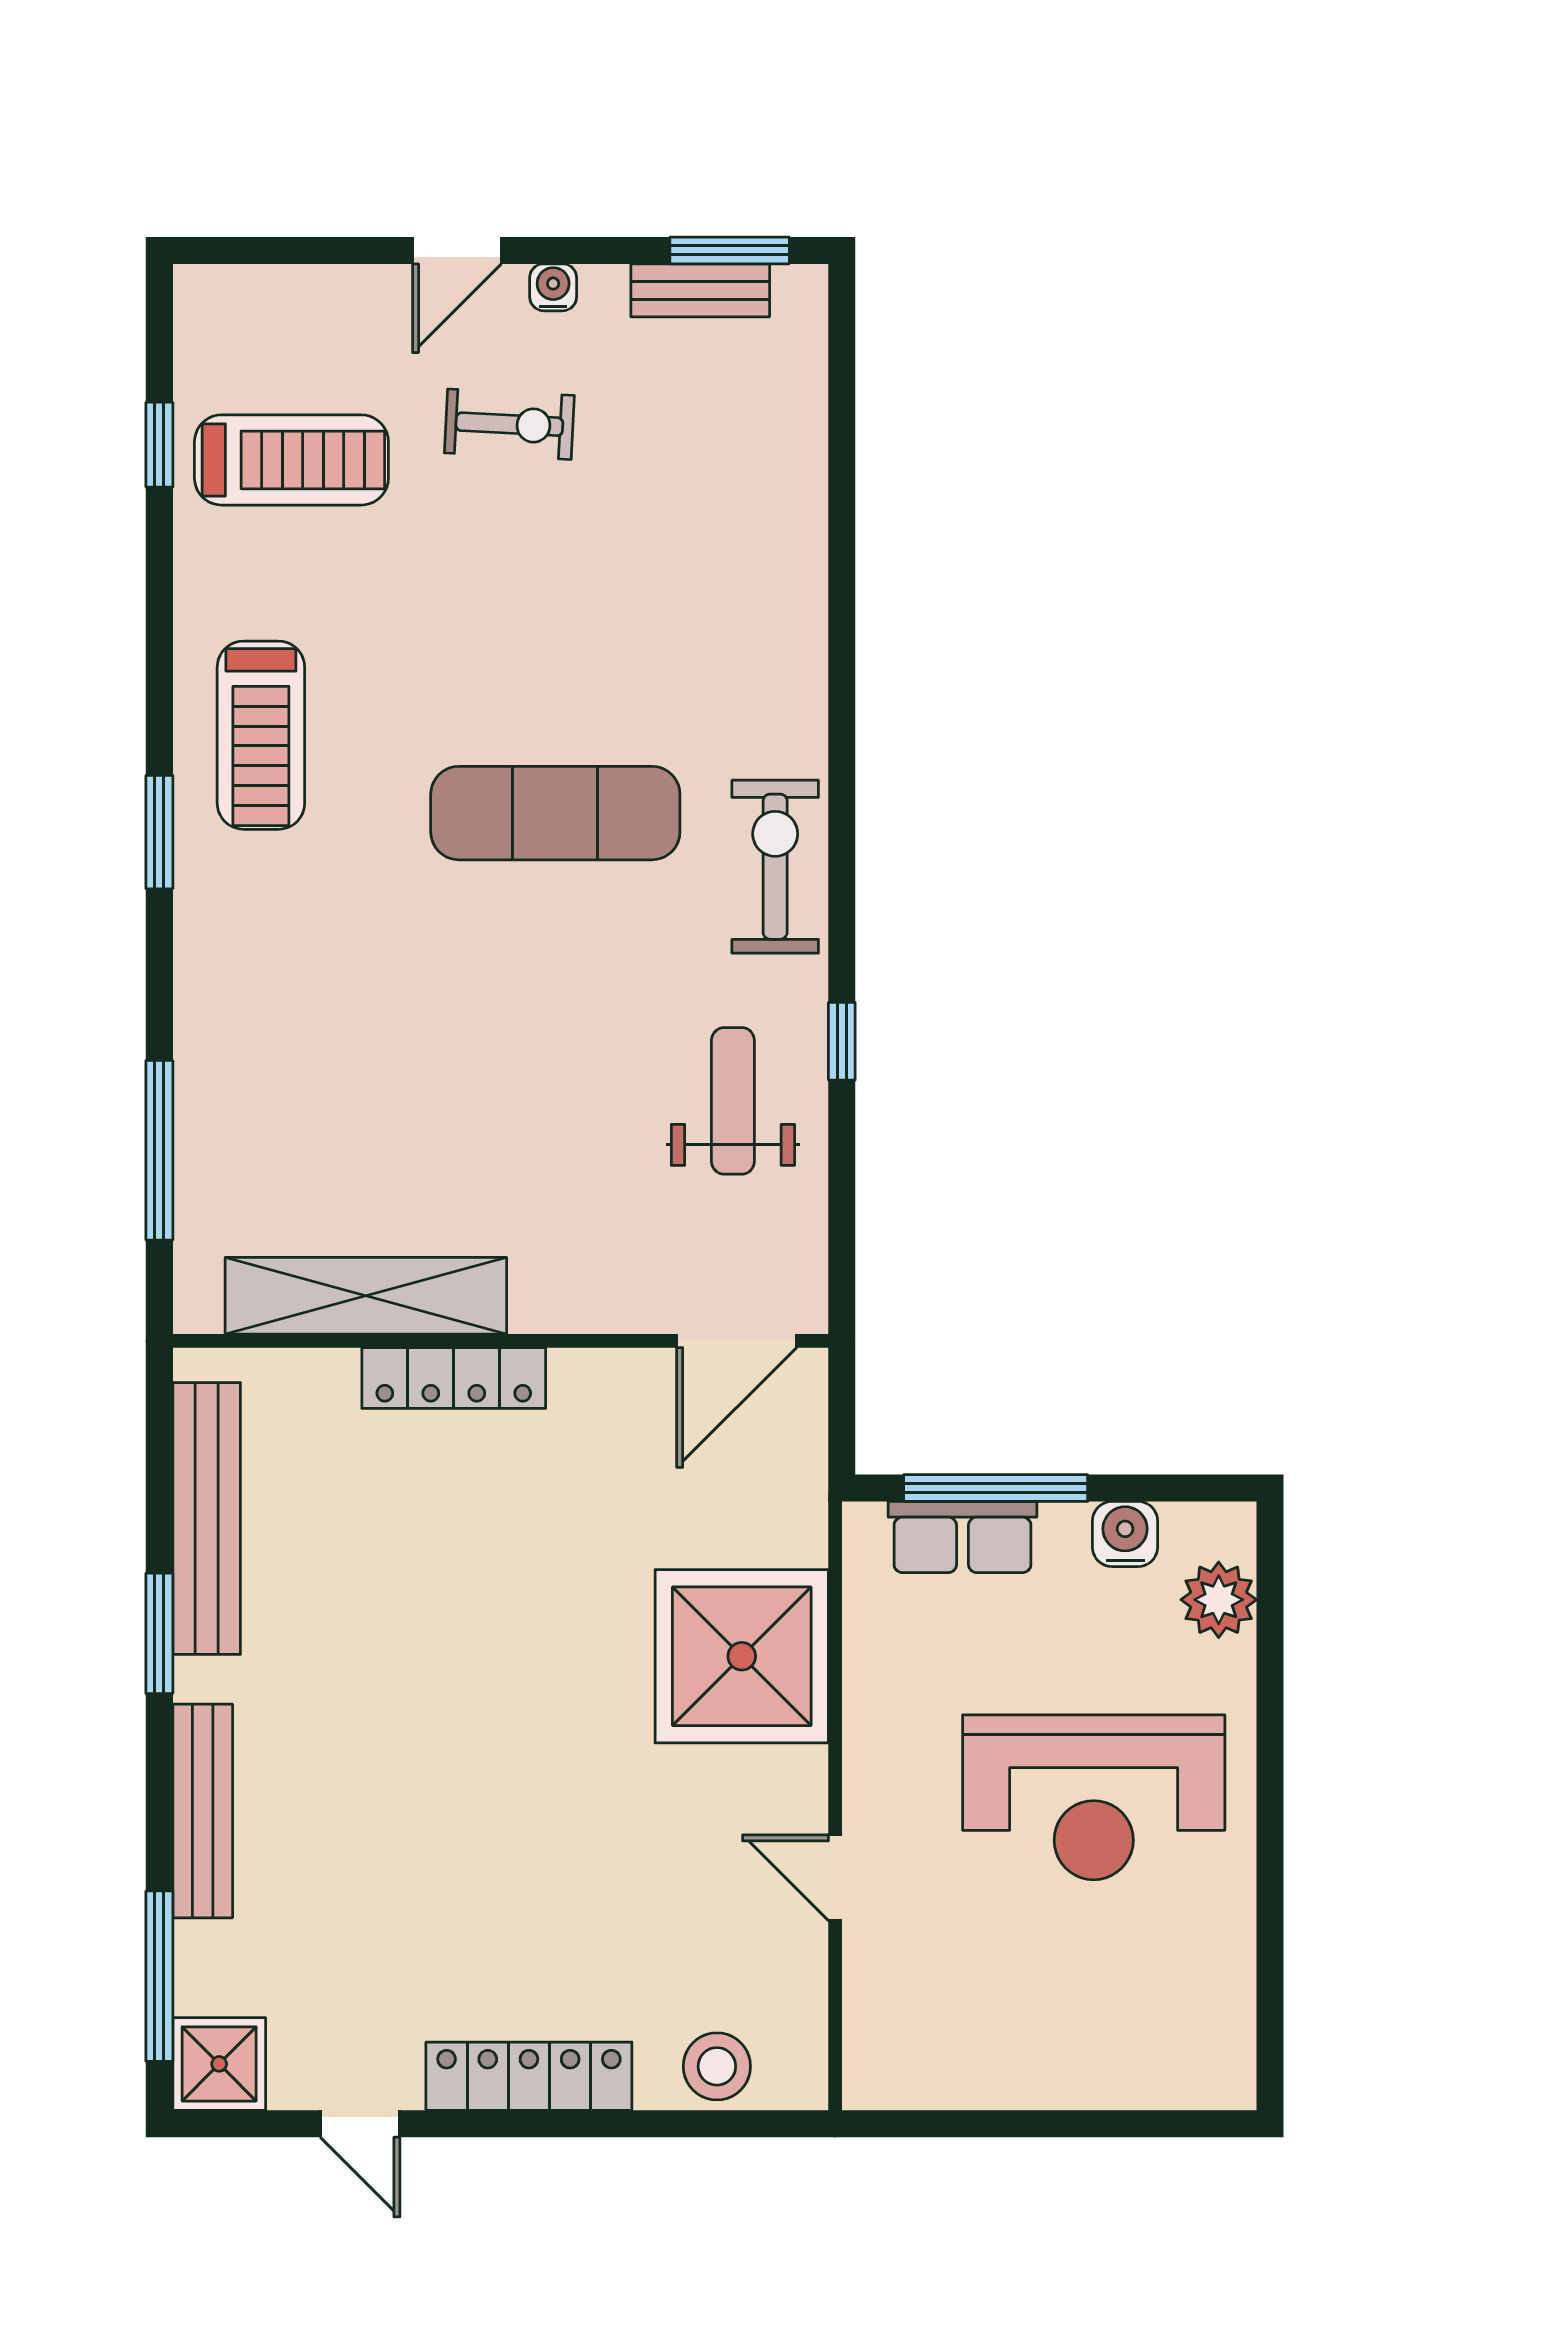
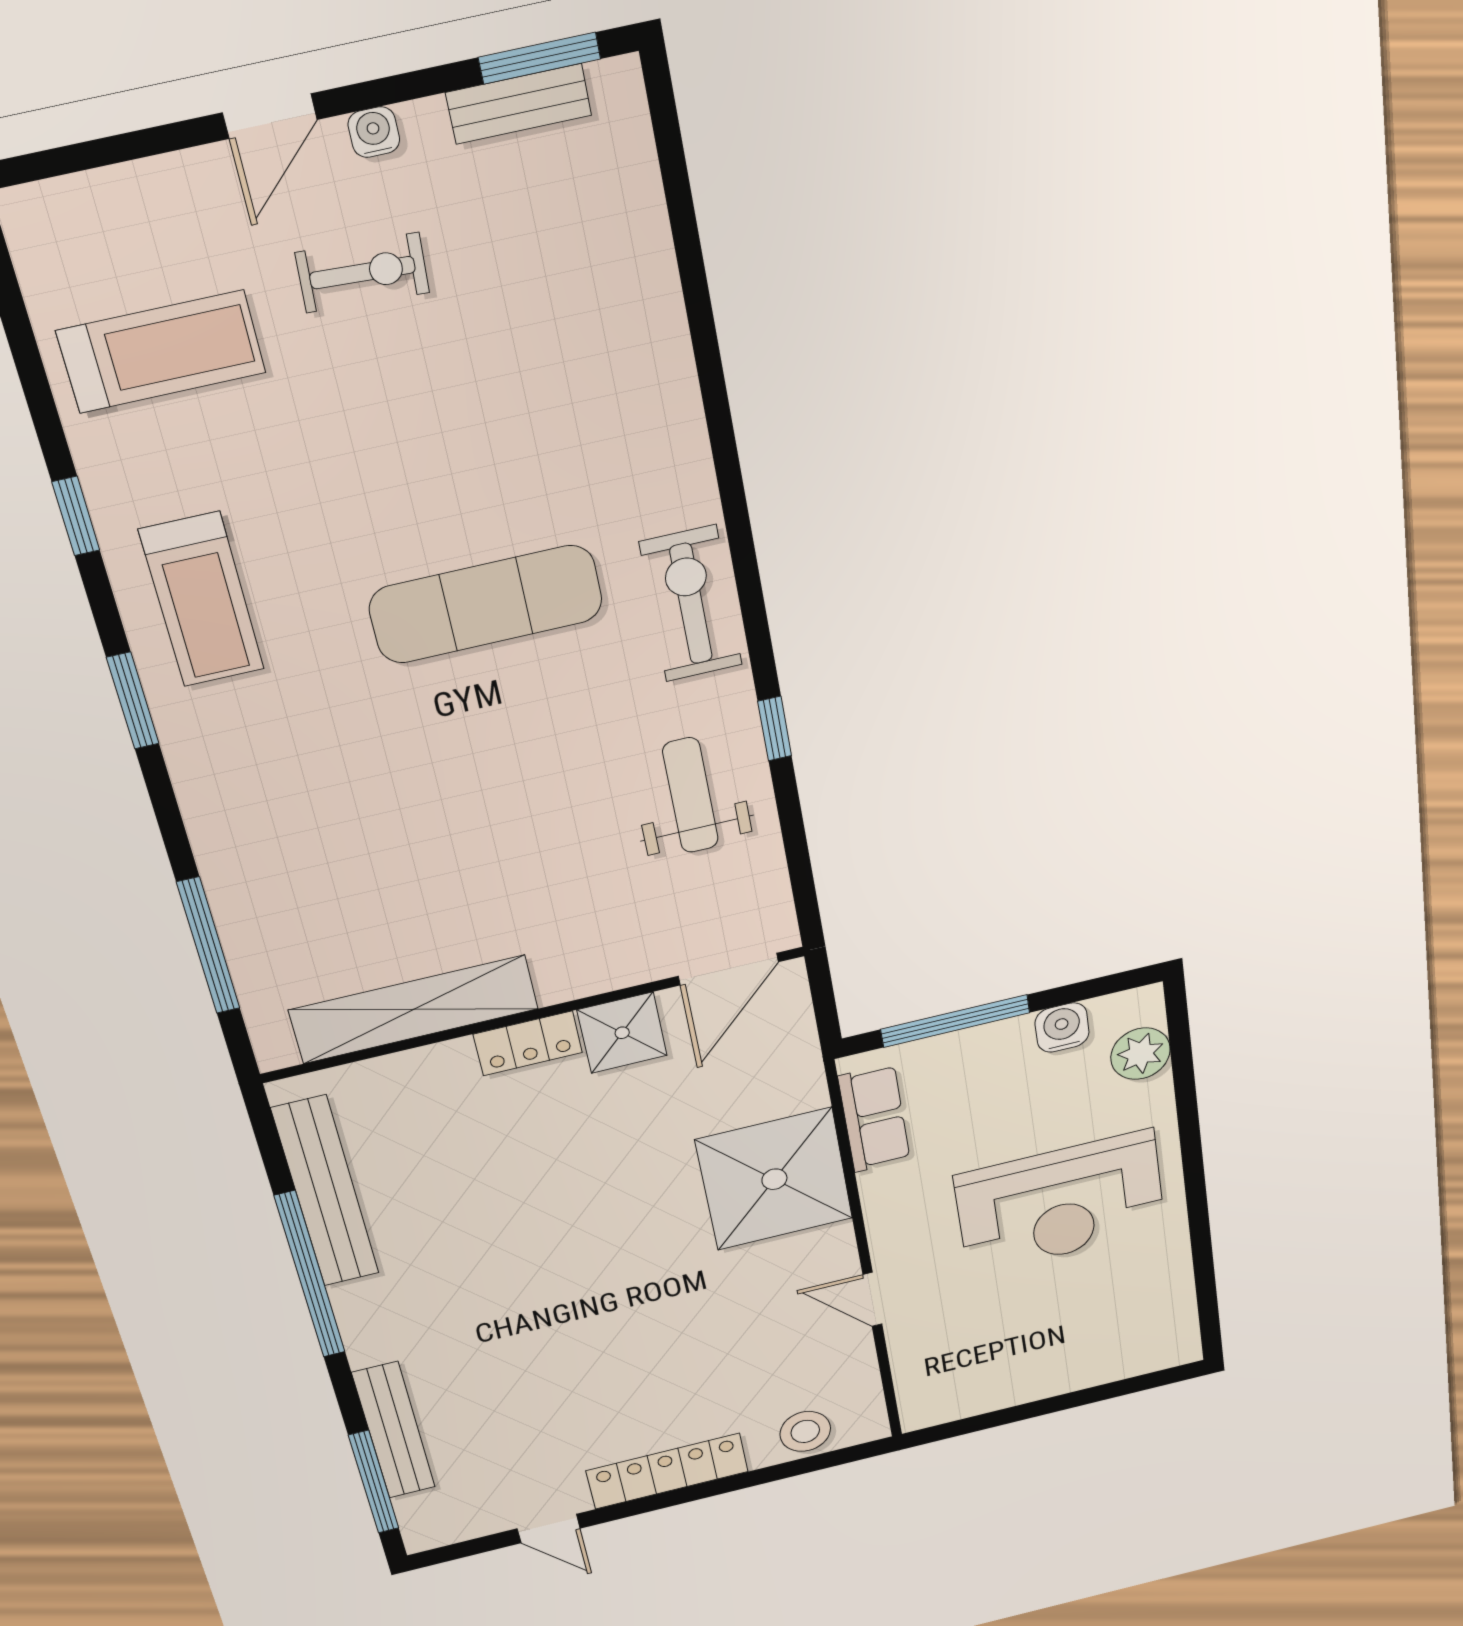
window: (159, 445) -> (76, 516), moved
locker: (454, 1378) -> (528, 1043), width x0.66
row of seats: (962, 1537) -> (874, 1118), moved, turned -90
window: (159, 1633) -> (310, 1275), width x2.11
bench: (203, 1811) -> (394, 1430), moved
shower: (219, 2064) -> (622, 1033), moved

